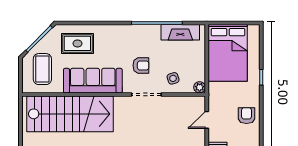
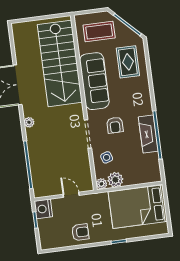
fireplace: (180, 32) -> (148, 134), moved
plant: (197, 72) -> (115, 180), added

